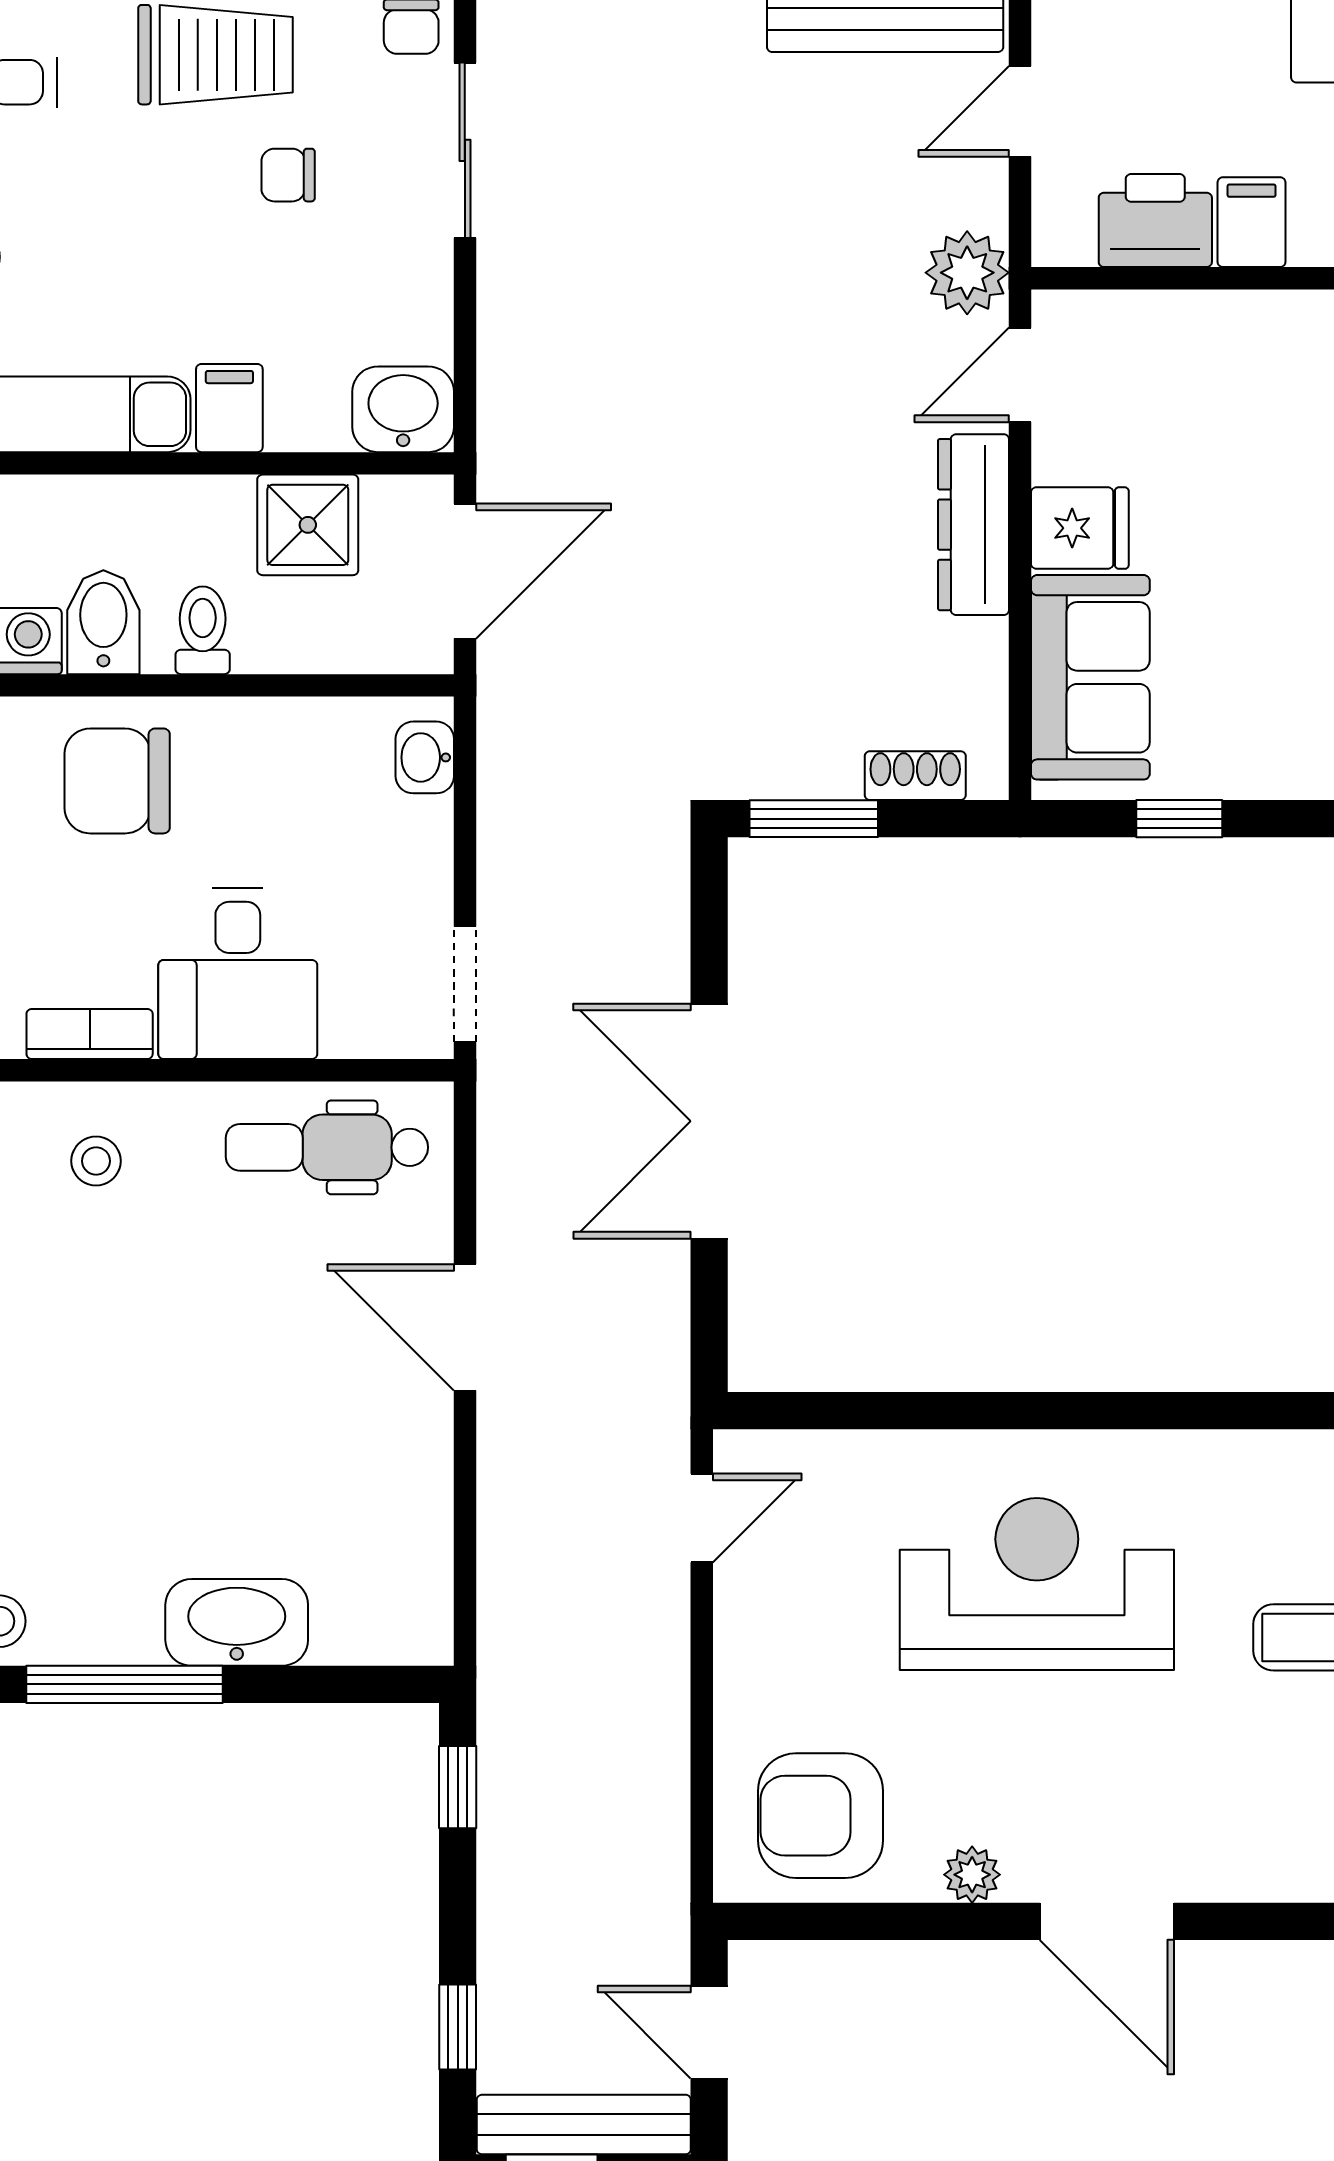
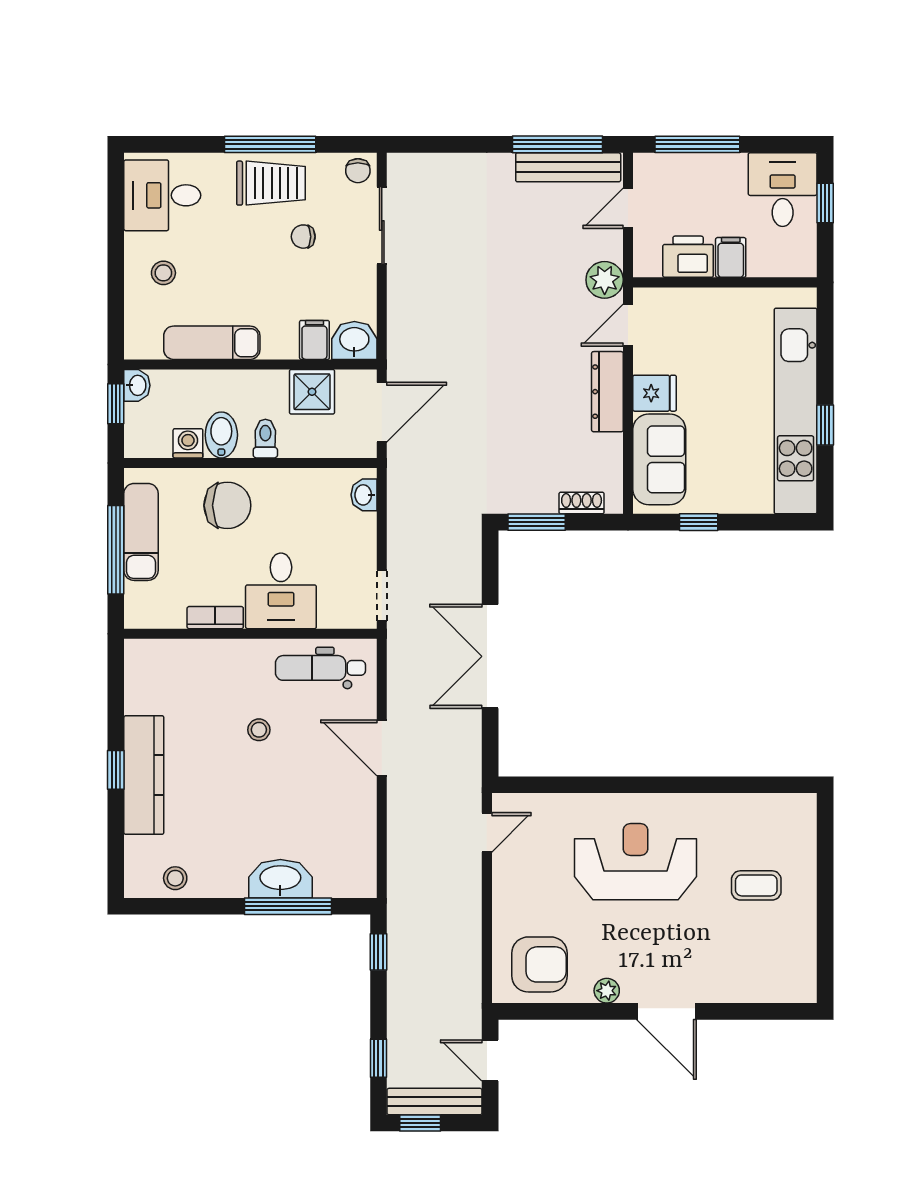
filing cabinet: (229, 408) -> (314, 340), moved
chair: (117, 781) -> (227, 505), turned 180
stool: (96, 1161) -> (259, 730), moved
window: (124, 1684) -> (288, 906), moved
armchair: (821, 1816) -> (540, 964), turned 180

